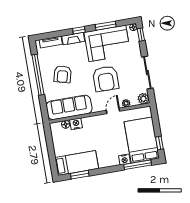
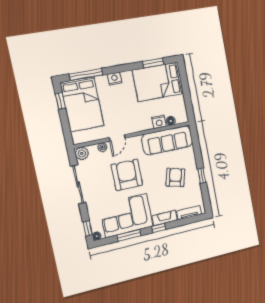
window: (38, 75) -> (202, 176), width x0.32
nightstand: (124, 159) -> (115, 79), moved
bed: (77, 163) -> (158, 82), width x1.50

